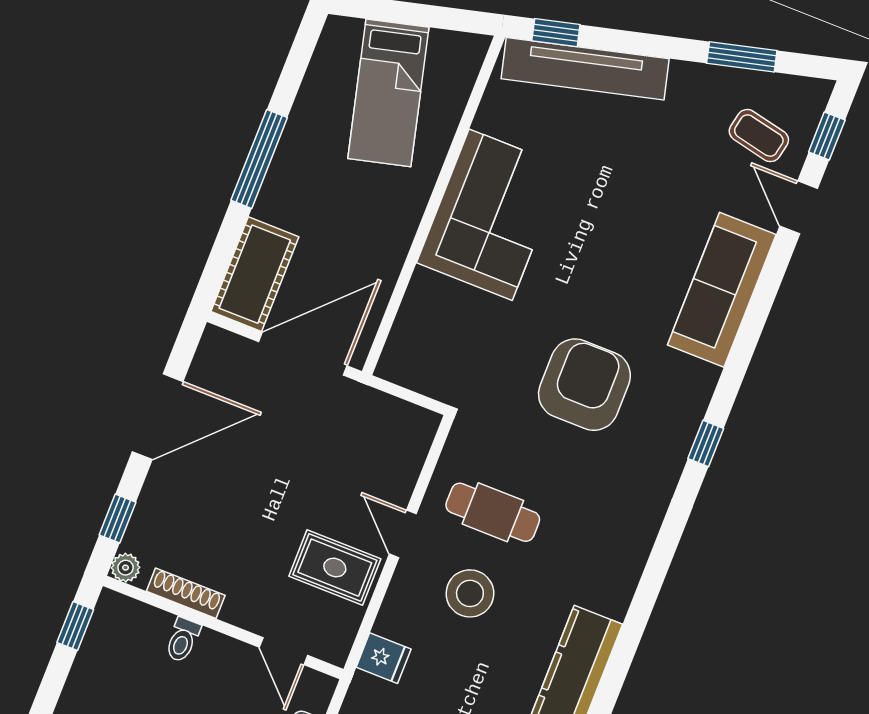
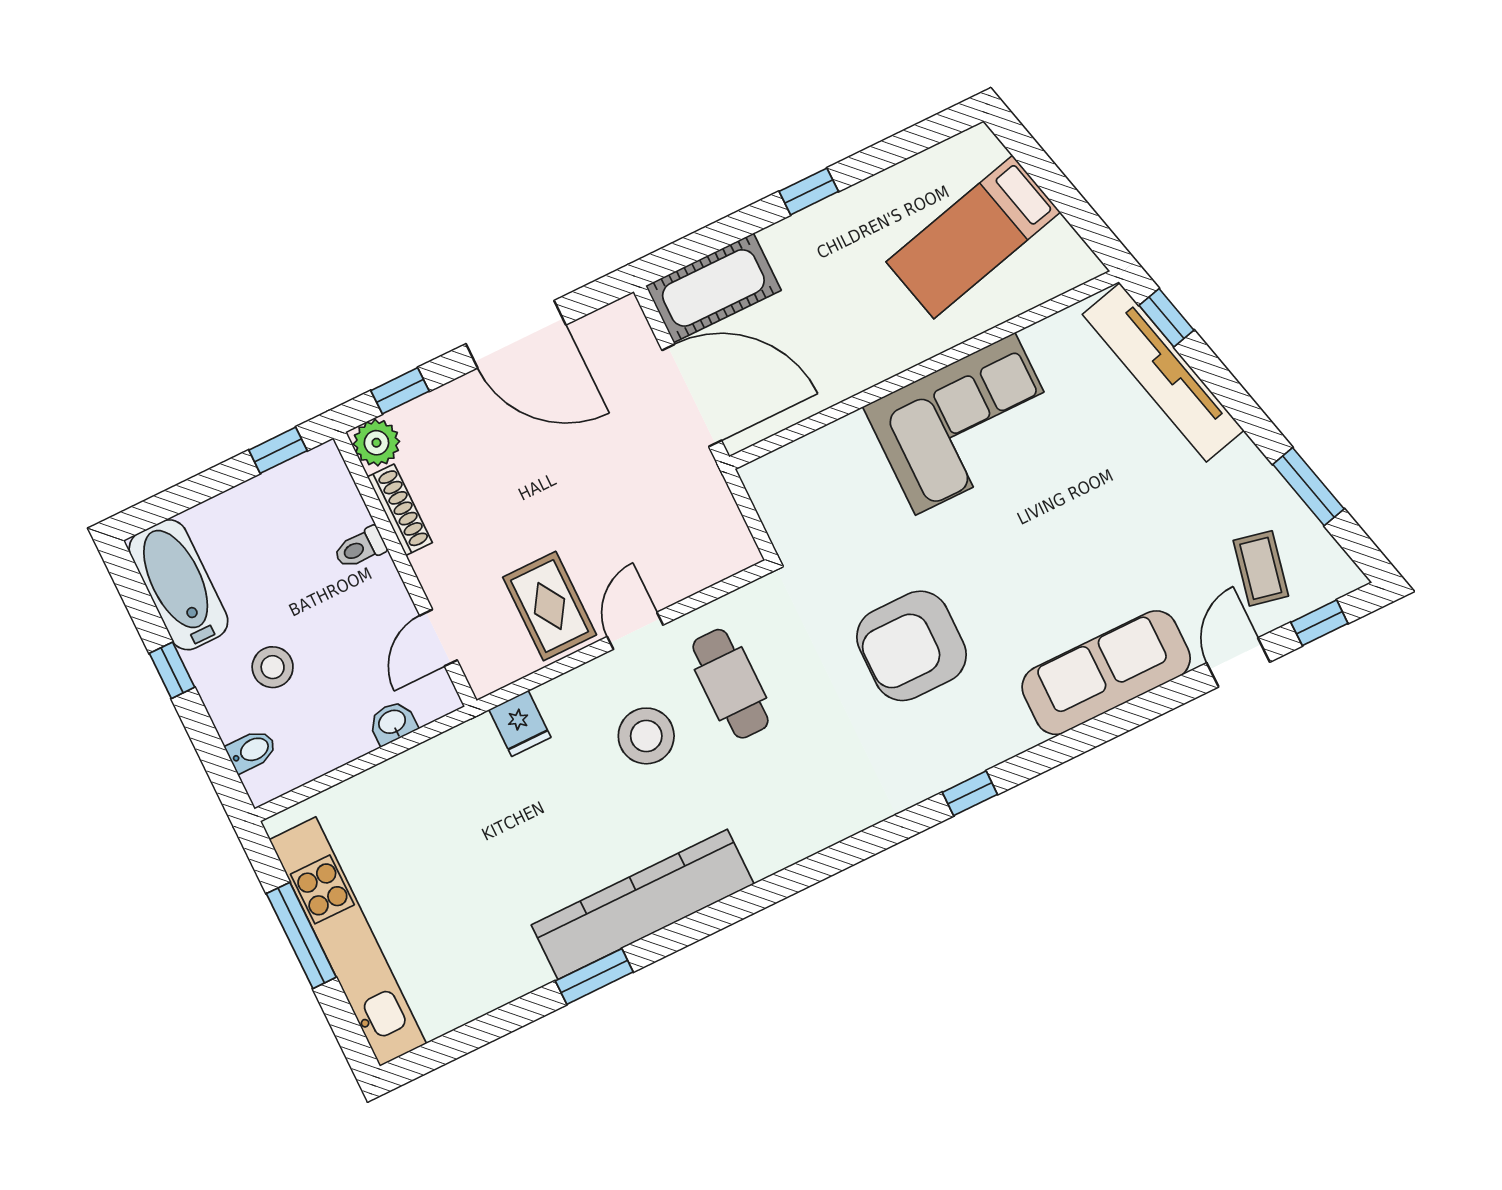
window: (259, 159) -> (809, 191), width x0.46
armchair: (584, 385) -> (911, 646), turned 180
plant: (126, 568) -> (376, 443), width x1.38, depth x1.38

